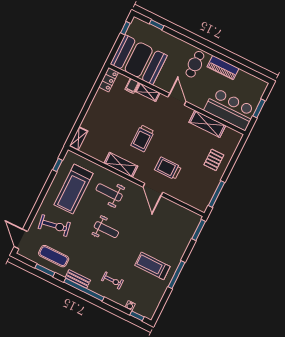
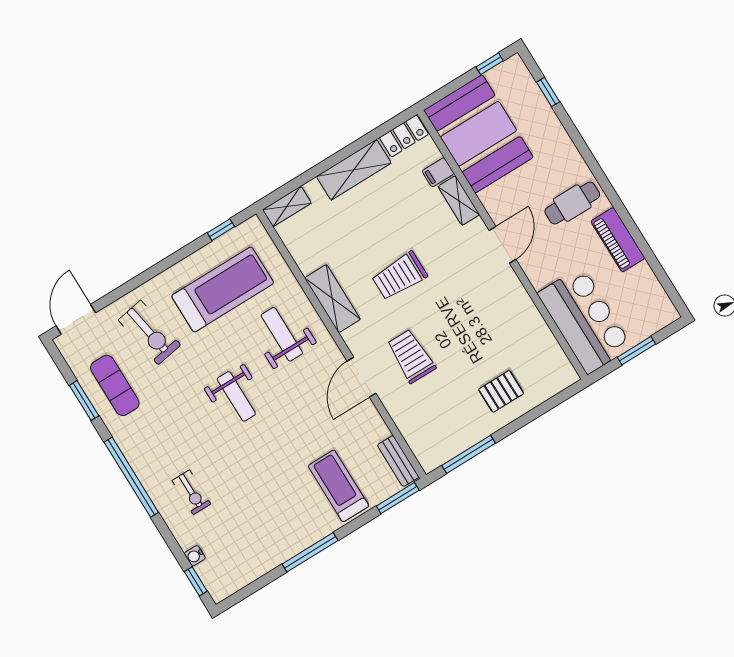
shelving: (207, 124) -> (354, 170), moved, turned 90
treadmill: (73, 189) -> (223, 289), turned 180
treadmill: (152, 266) -> (338, 486), moved
bench: (78, 279) -> (398, 461), moved

